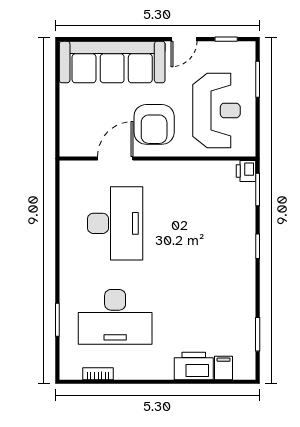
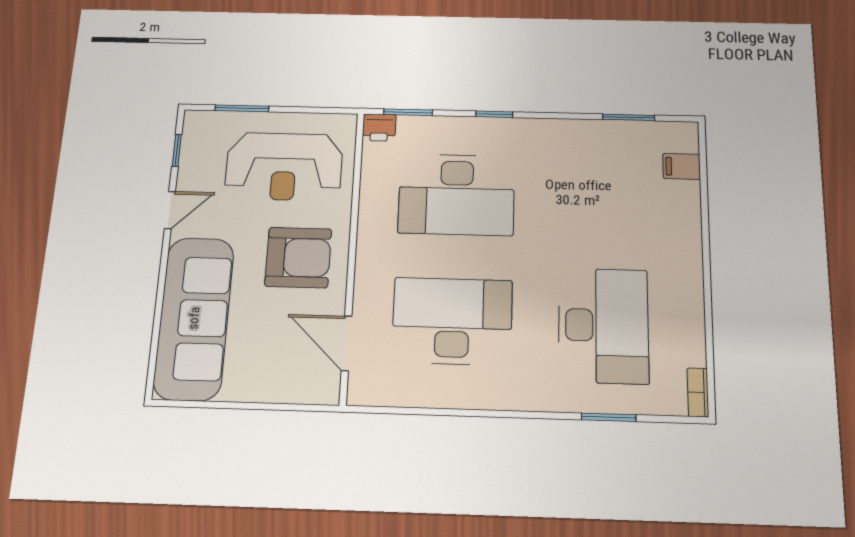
door: (184, 39) -> (170, 210), hinge flipped
reception desk: (217, 110) -> (284, 166), turned 180
door: (115, 158) -> (346, 343), moved
desk: (200, 223) -> (456, 194), added
printer: (194, 366) -> (680, 209), removed
bookcase: (98, 374) -> (698, 392), moved

